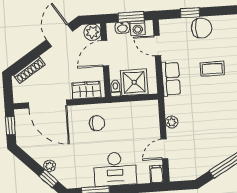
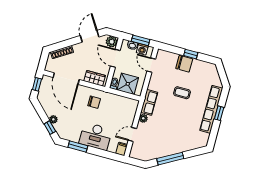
window: (190, 13) -> (191, 54), moved
door: (105, 53) -> (115, 58), hinge flipped
row of seats: (171, 79) -> (149, 102), moved

